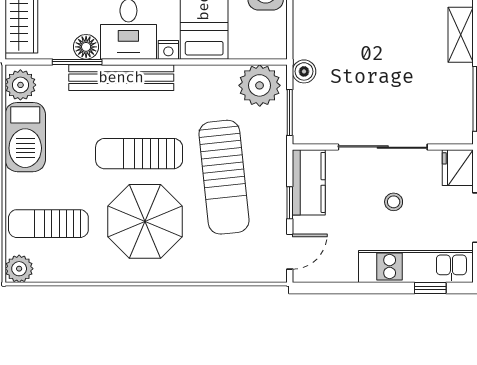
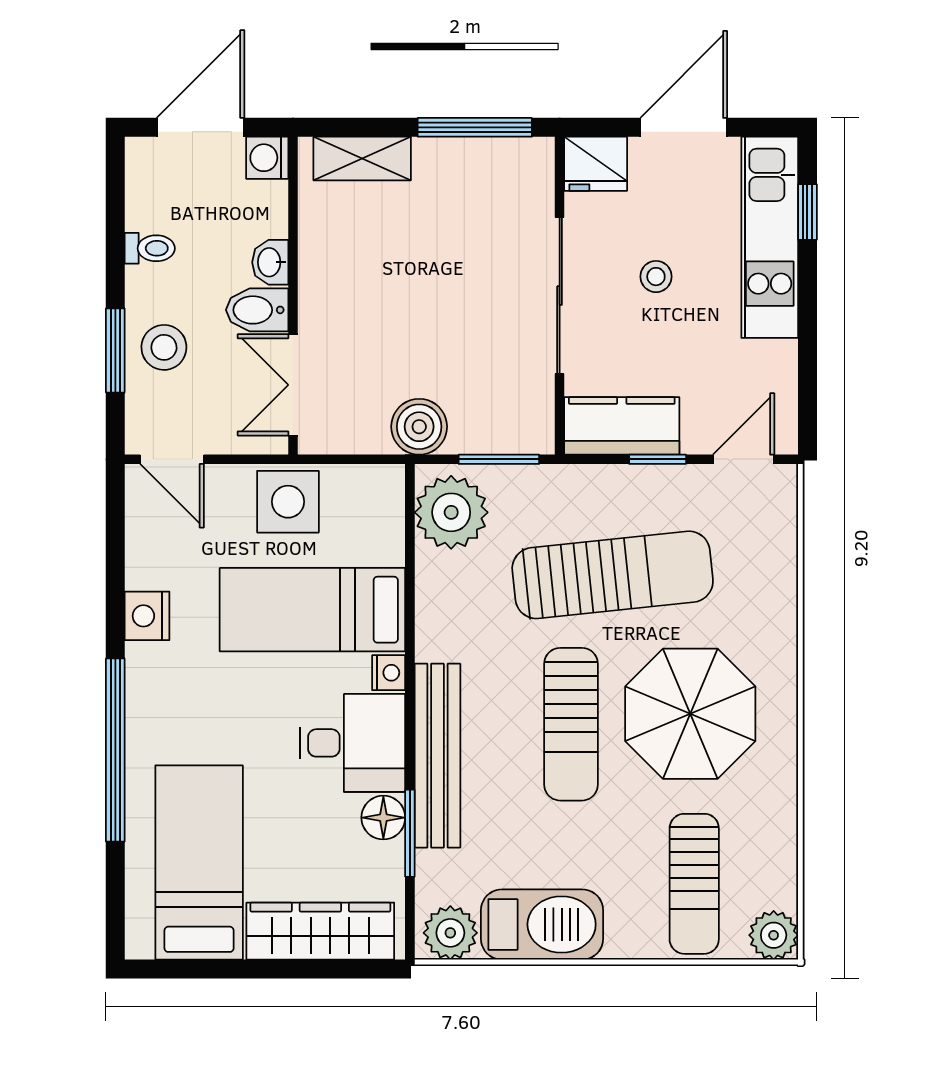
boiler: (304, 71) -> (419, 427), width x1.36, depth x1.36
door: (290, 252) -> (744, 459), hinge flipped

